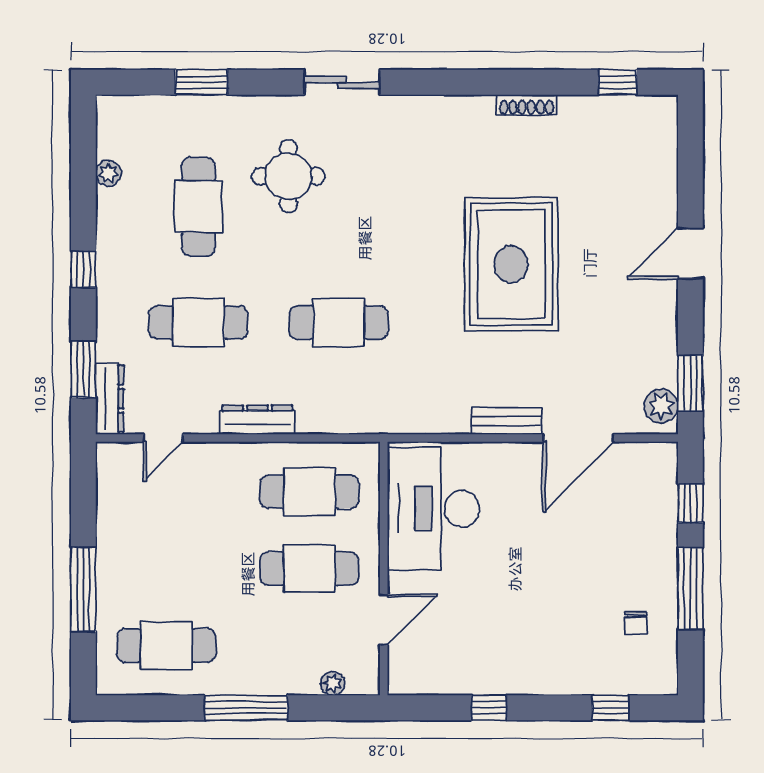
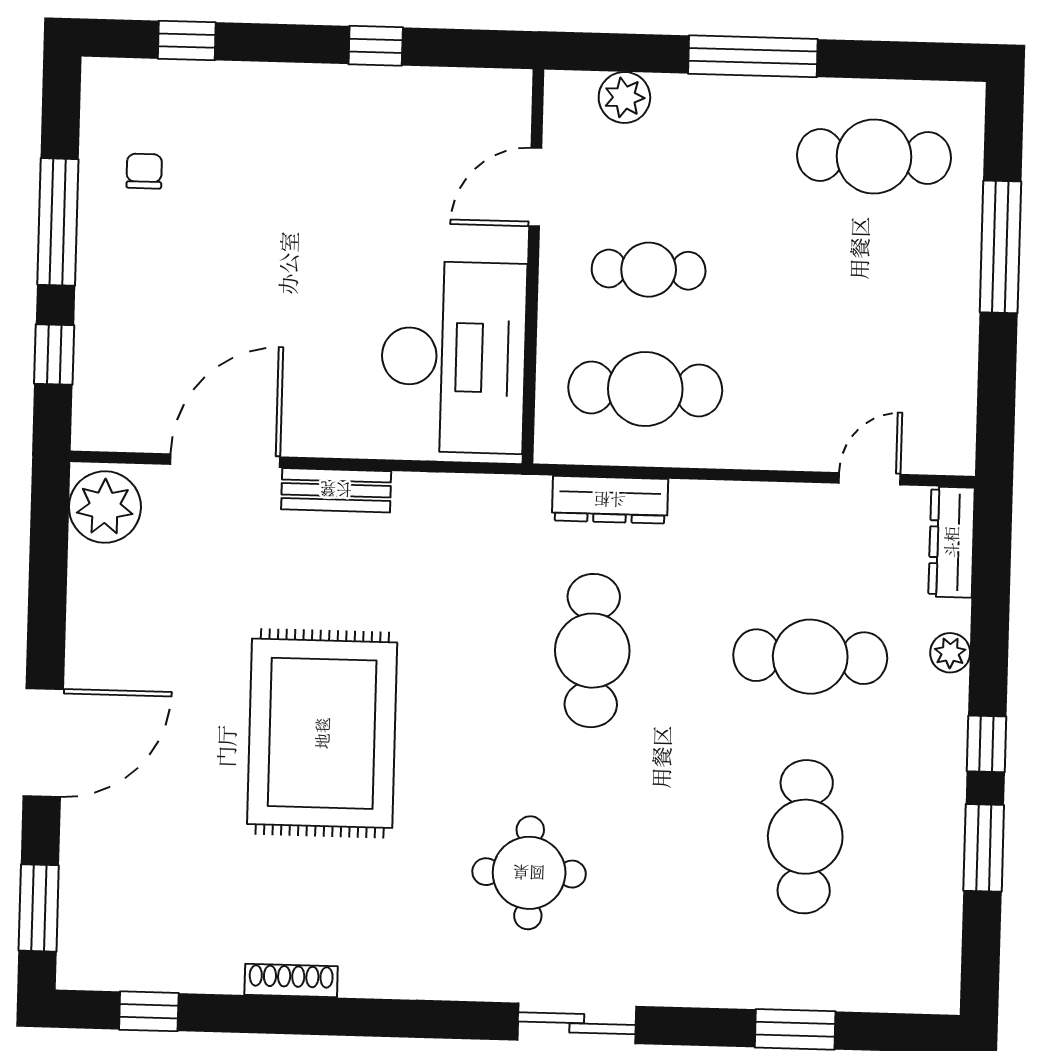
plant: (108, 173) -> (950, 653), moved
round table: (288, 176) -> (529, 873), moved
door: (690, 253) -> (43, 743), width x1.36
cafe table: (339, 322) -> (592, 651), turned 90
window: (83, 369) -> (984, 848), moved
window: (690, 383) -> (39, 908), moved
plant: (661, 406) -> (105, 507), width x1.36, depth x1.36
dresser: (257, 420) -> (610, 500), moved
cafe table: (309, 569) -> (649, 270), width x0.73, depth x0.74
plant: (333, 683) -> (624, 97), width x1.38, depth x1.38

